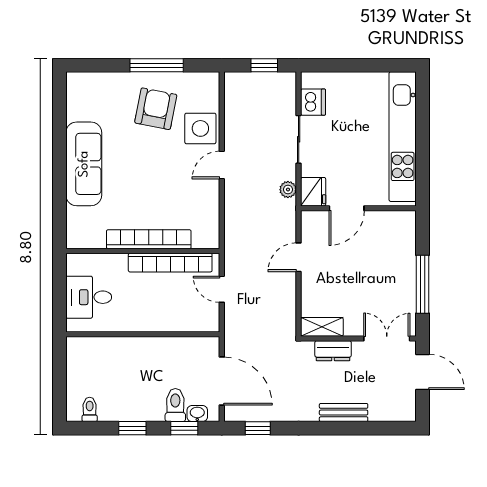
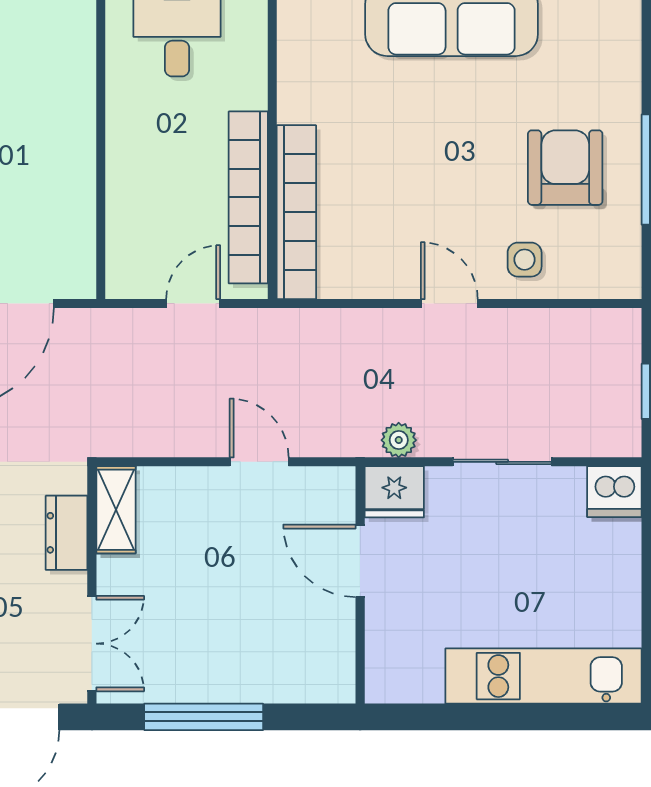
dishwasher: (313, 102) -> (614, 492), moved
armchair: (156, 109) -> (565, 168), turned -101
side table: (200, 128) -> (525, 260), width x0.54, depth x0.54
kitchen unit: (403, 137) -> (543, 676), width x0.73
bookcase: (149, 239) -> (296, 212), moved

